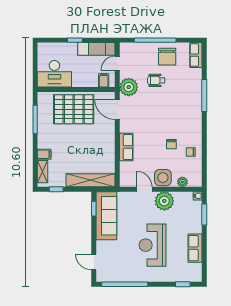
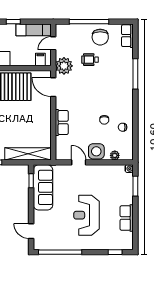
plant: (164, 201) -> (98, 173), removed

